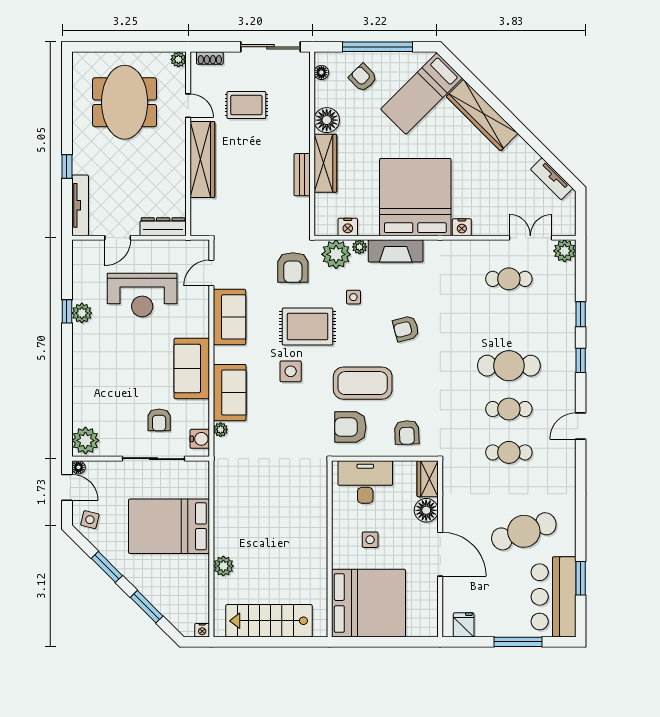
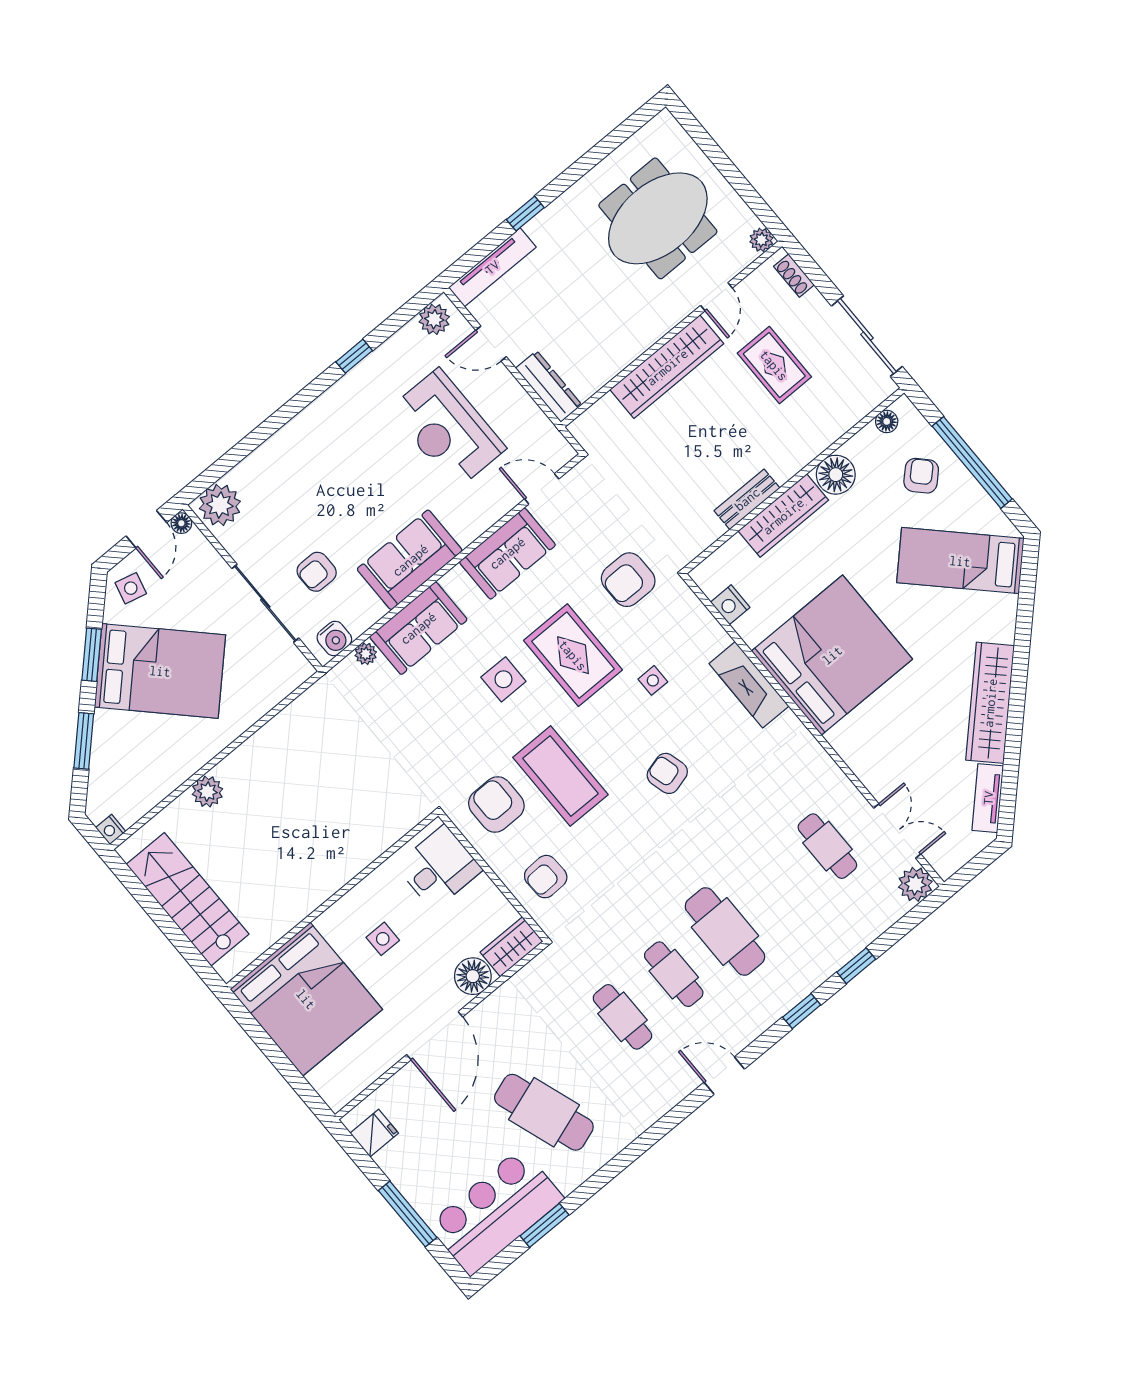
wardrobe: (482, 115) -> (990, 703), moved
nightstand: (462, 227) -> (842, 740), removed
plant: (360, 247) -> (718, 638), removed
plant: (336, 254) -> (686, 618), removed
plant: (82, 313) -> (434, 319), moved
desk: (365, 482) -> (439, 868), width x0.73
bed: (169, 526) -> (160, 671), moved, turned 135

